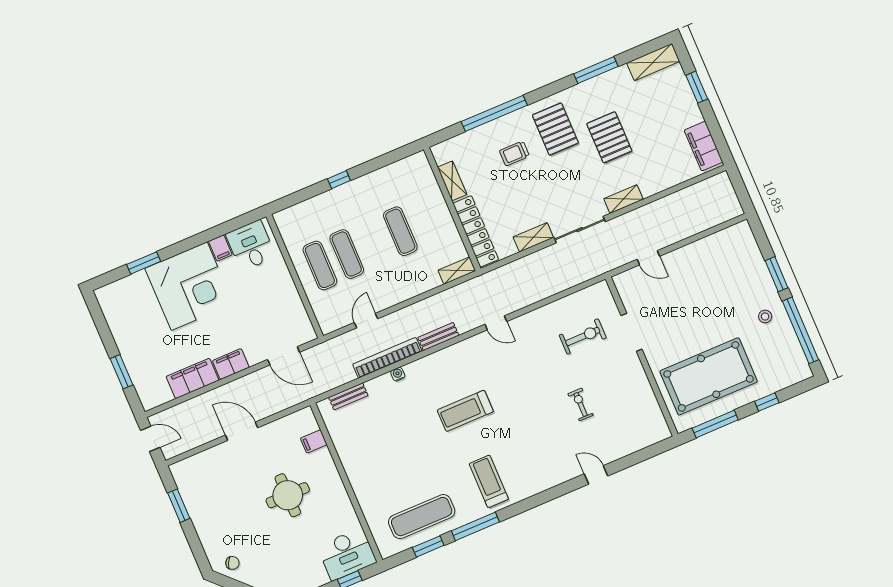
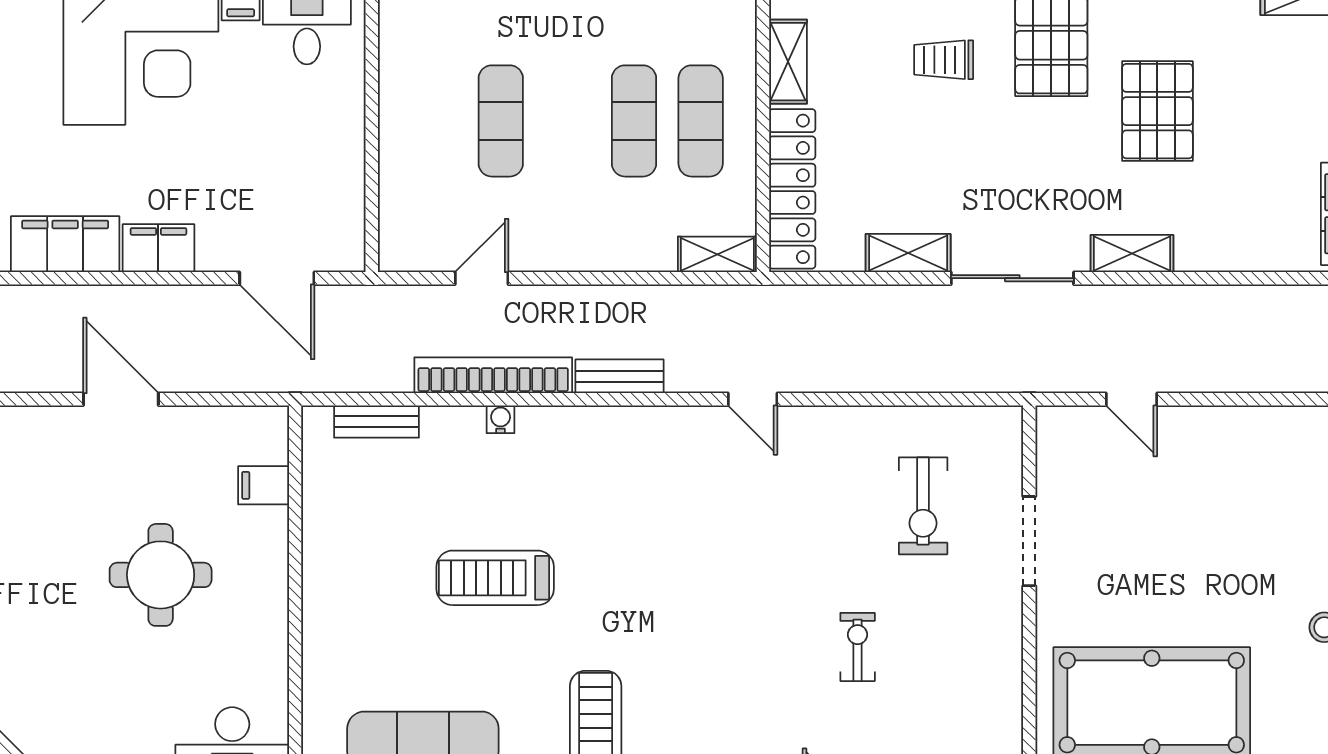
exercise mat: (320, 265) -> (701, 121), moved
exercise bike: (583, 336) -> (923, 506), turned 90
treadmill: (465, 411) -> (495, 578), moved

